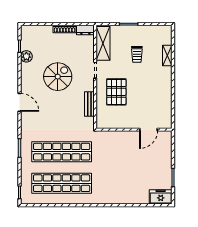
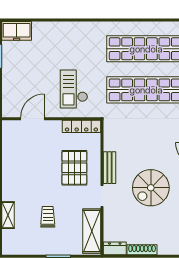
bench: (89, 104) -> (110, 168), moved
locker: (111, 124) -> (81, 126), added
checkout: (117, 152) -> (74, 89), added

